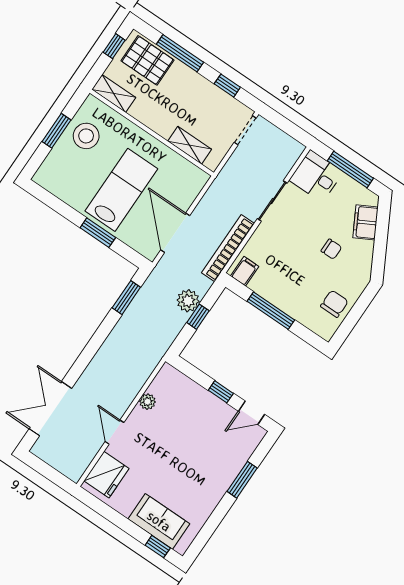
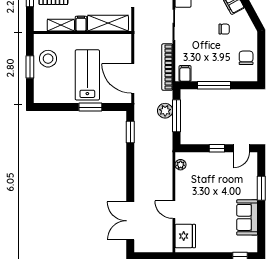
shelving: (114, 93) -> (61, 25), moved
filing cabinet: (157, 120) -> (81, 24), added
shelving: (190, 145) -> (108, 23), width x1.50, depth x1.33
window: (198, 317) -> (176, 116), width x2.17
plant: (148, 402) -> (181, 165), moved
sofa: (159, 521) -> (247, 217), moved, turned -90

